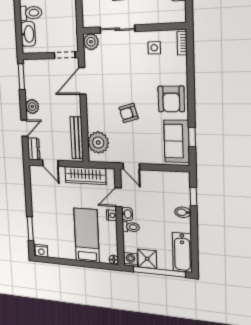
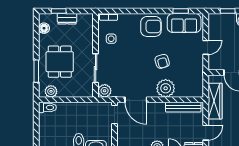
plant: (98, 143) -> (166, 88), moved
door: (131, 166) -> (206, 47), moved

